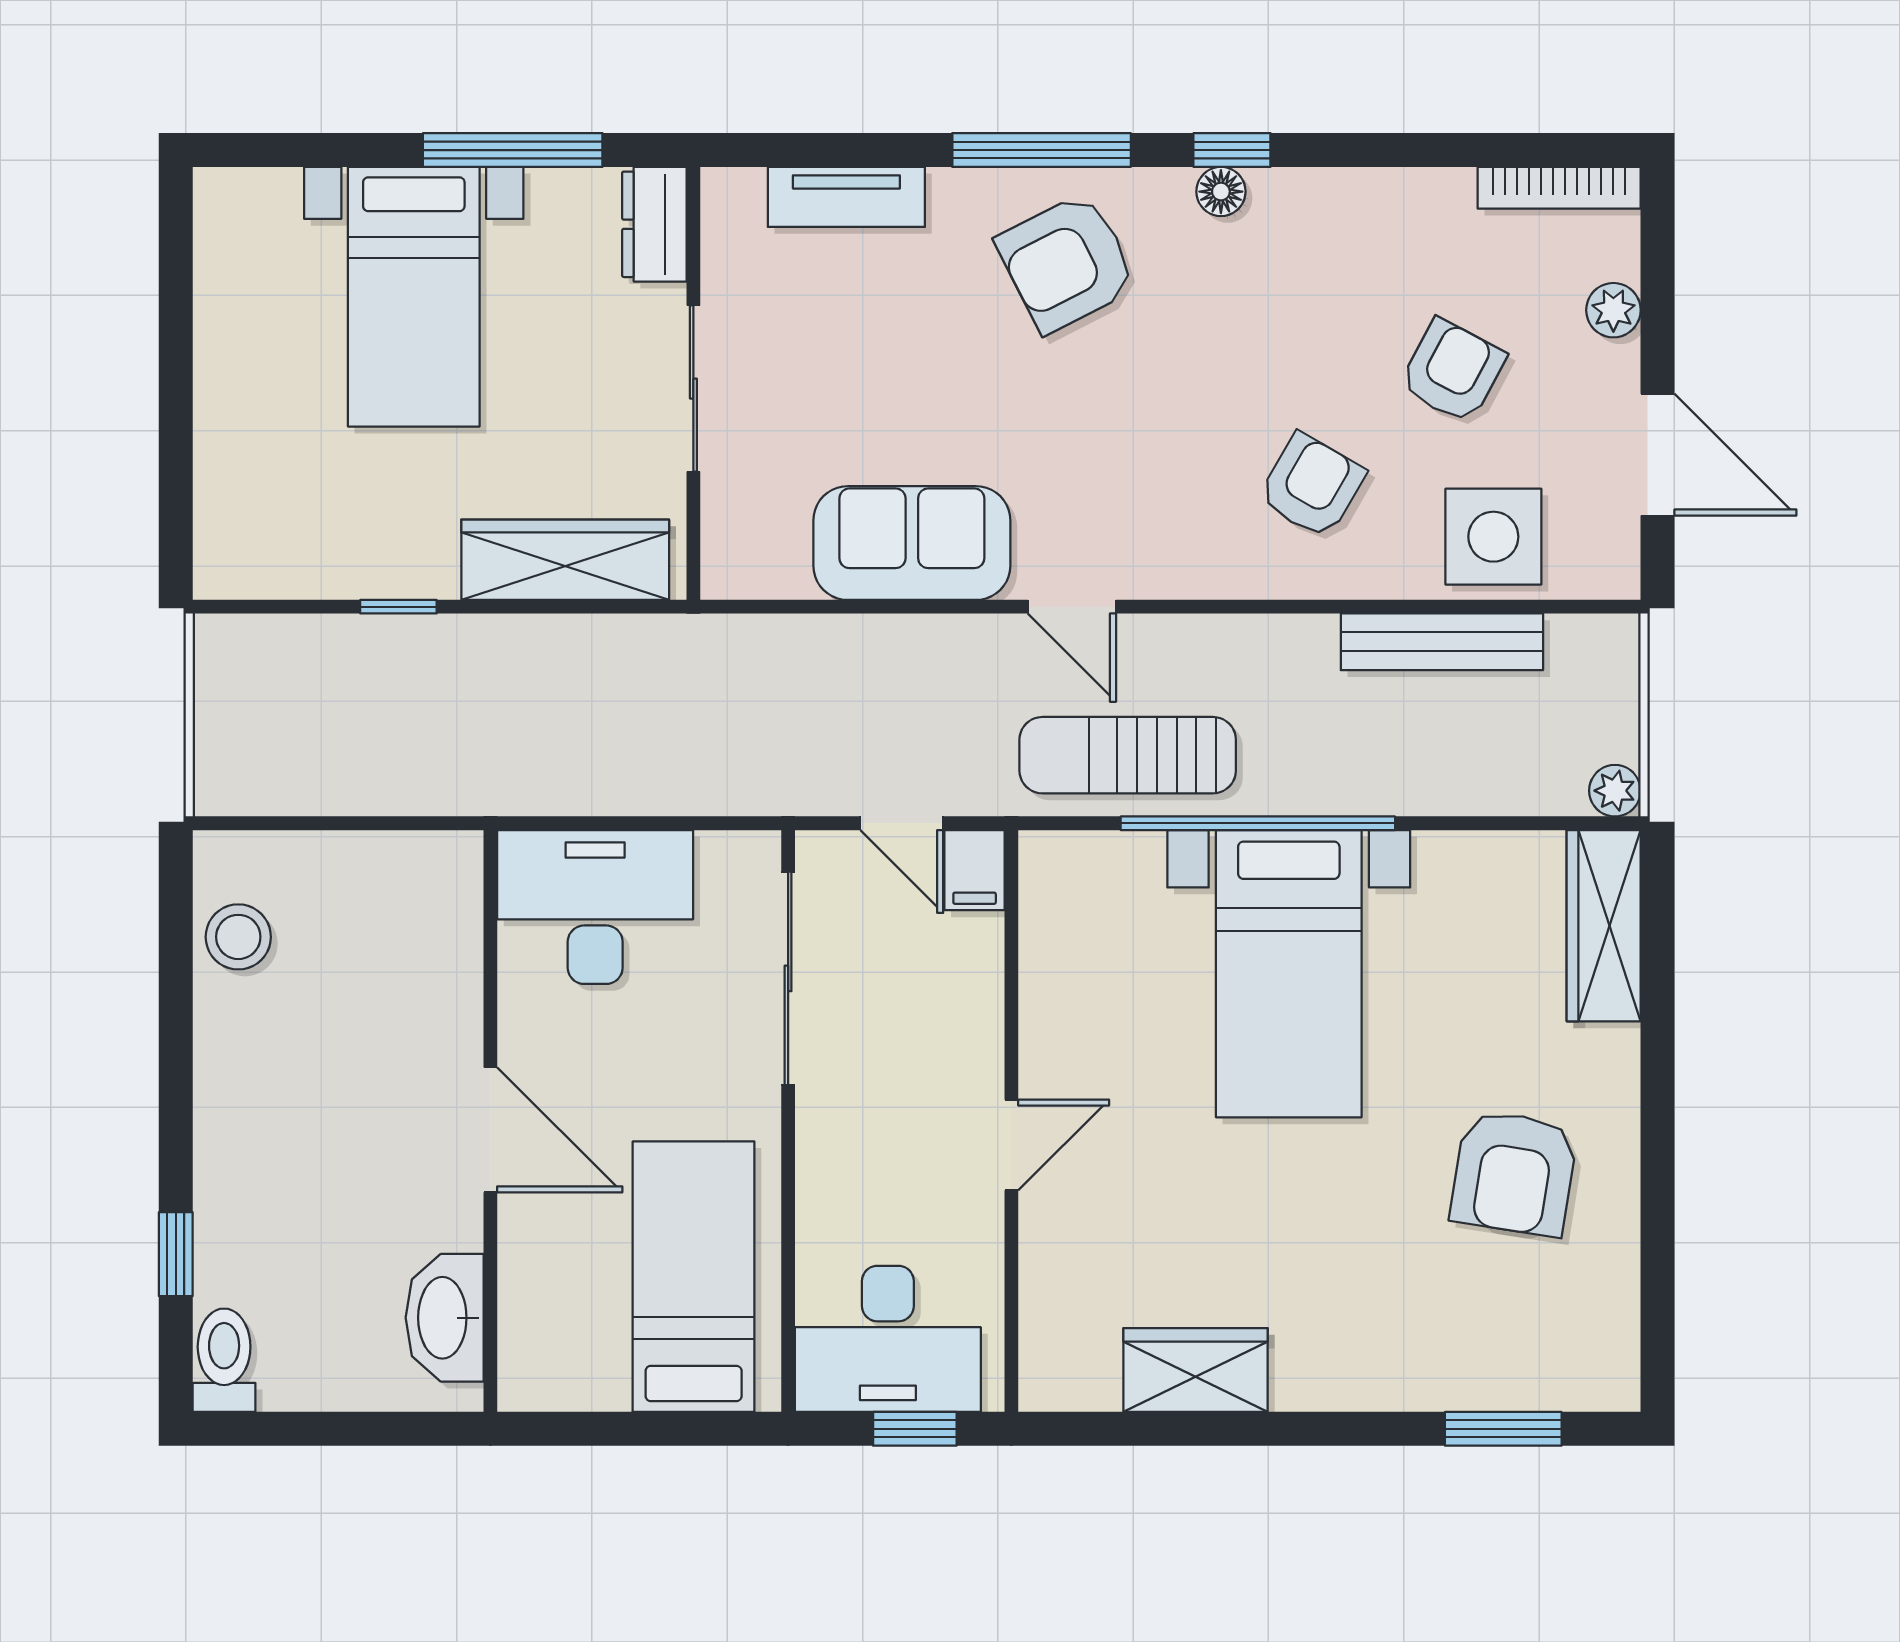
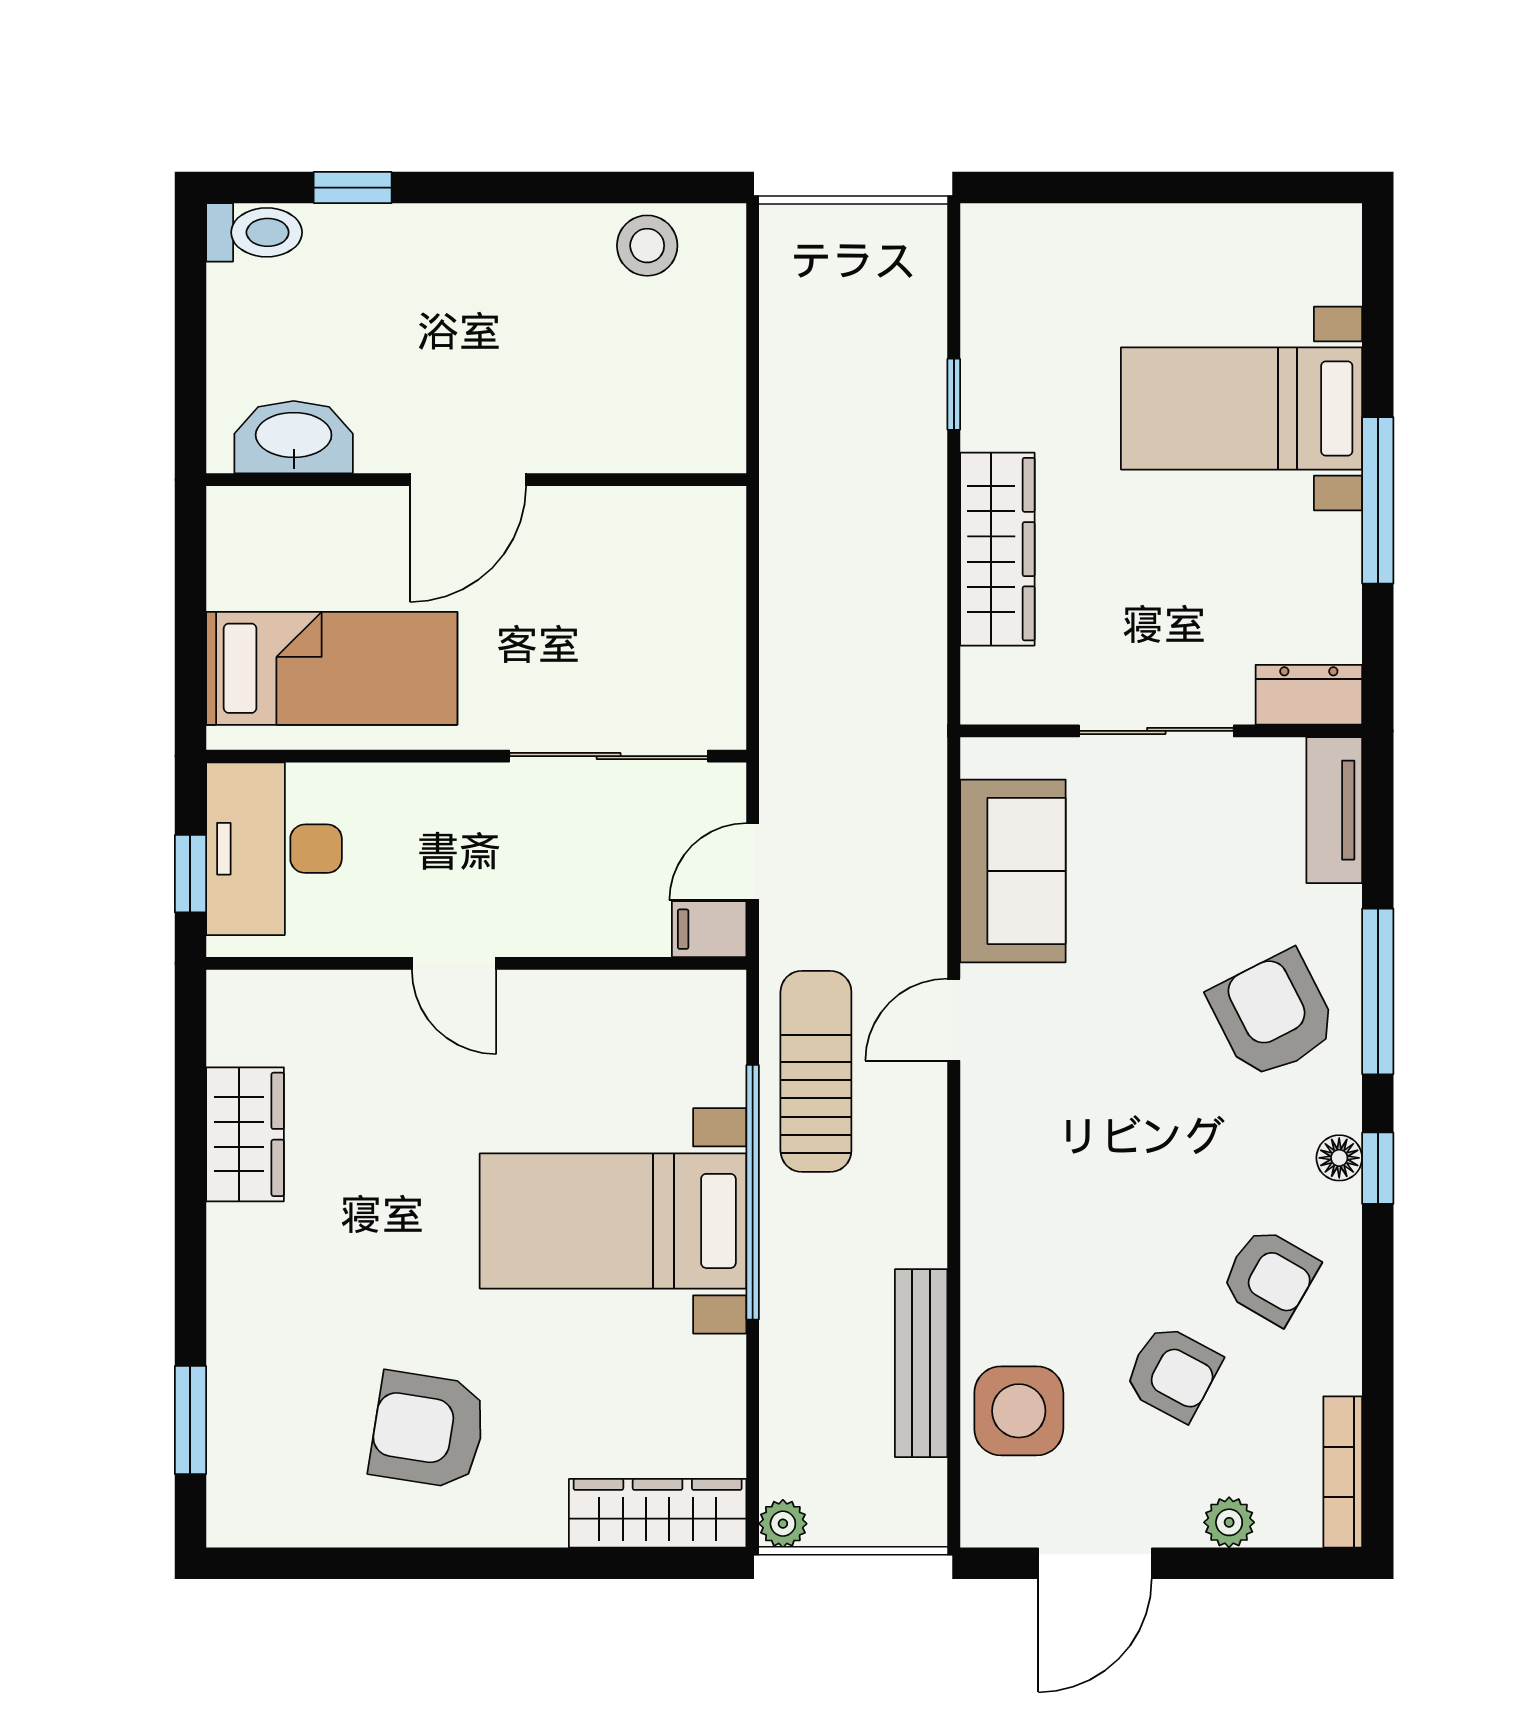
dresser: (654, 224) -> (1309, 695), moved
wall: (693, 383) -> (1161, 731), moved
sliding door: (693, 389) -> (1156, 731), moved
armchair: (1312, 486) -> (1270, 1276), moved
desk: (595, 907) -> (675, 577), removed

